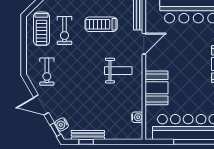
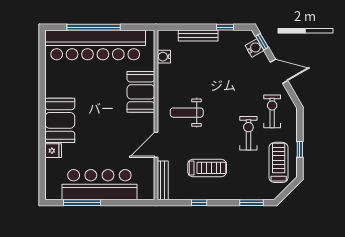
exercise bike: (64, 30) -> (248, 133), moved
window: (24, 40) -> (300, 149), added
bench: (88, 135) -> (198, 35), moved

